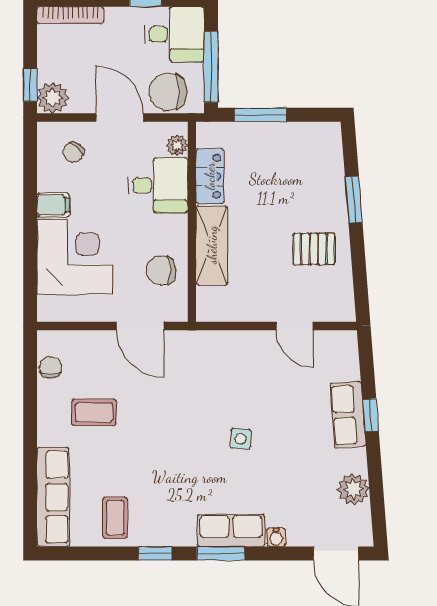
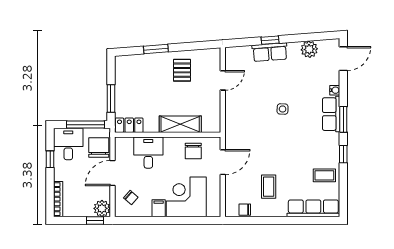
chair: (168, 92) -> (99, 147), turned 180
plant: (177, 145) -> (127, 143), removed
locker: (210, 176) -> (129, 125), moved

